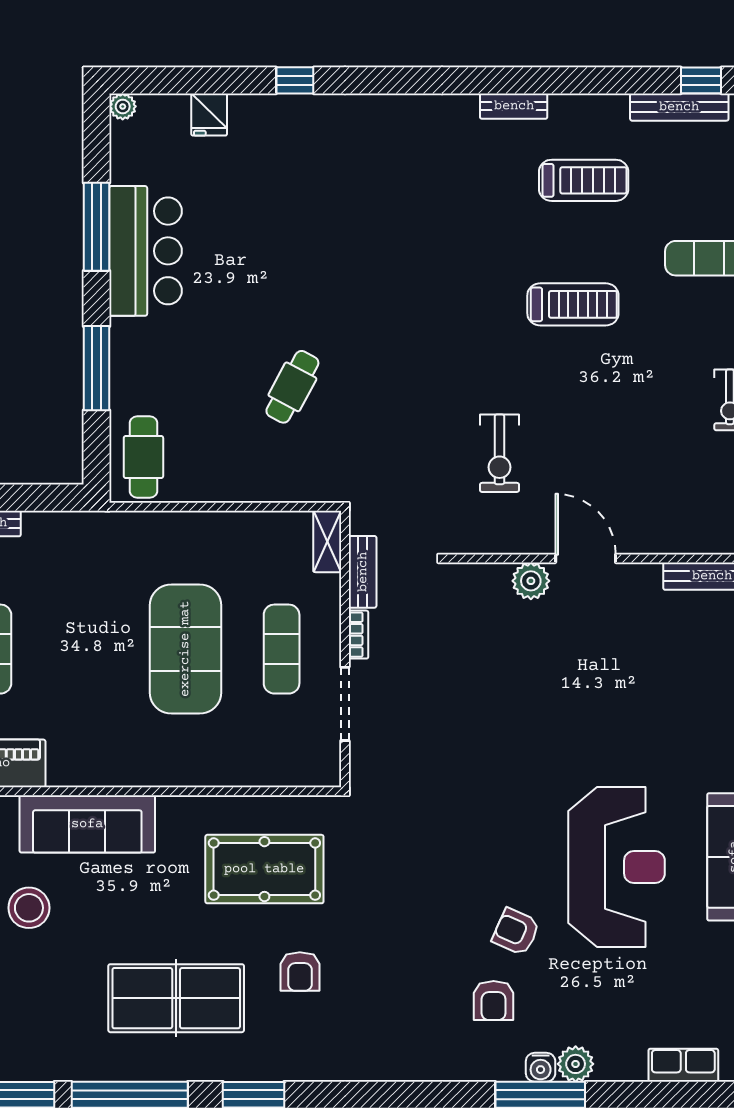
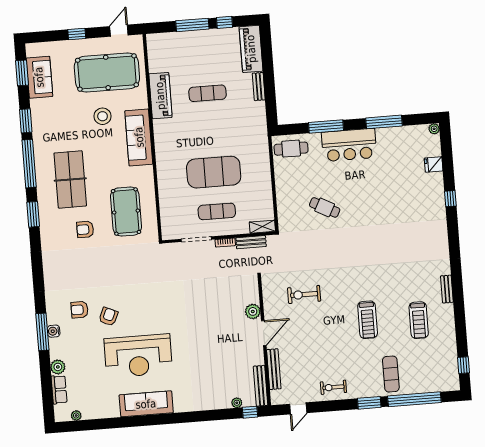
bench: (679, 107) -> (274, 369), moved
bar counter: (146, 251) -> (349, 145), moved
plant: (576, 1064) -> (58, 367), moved

